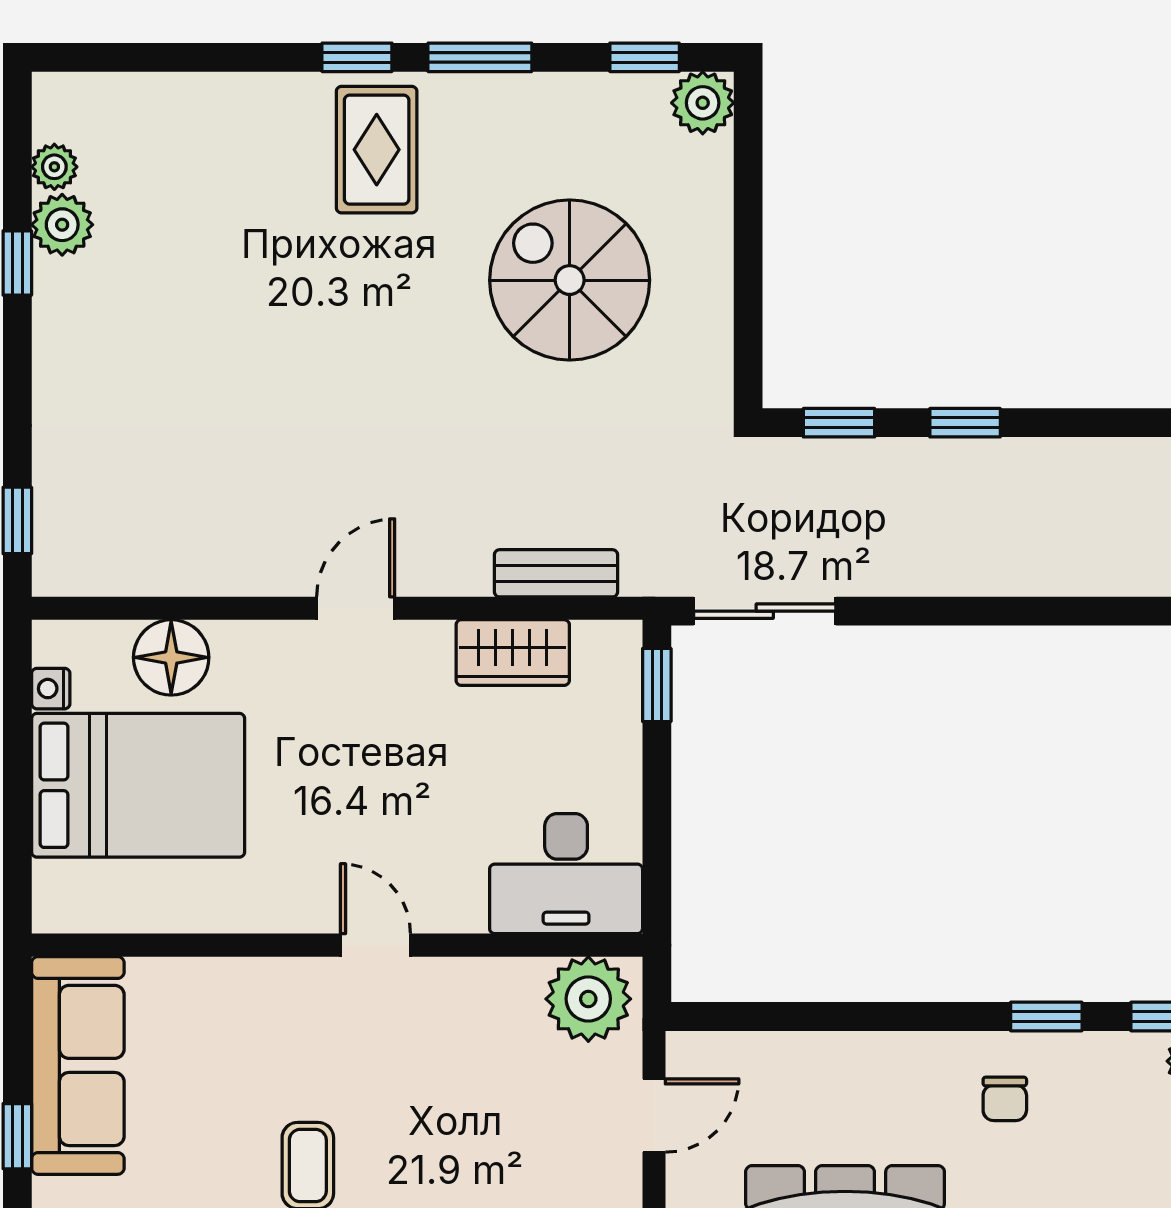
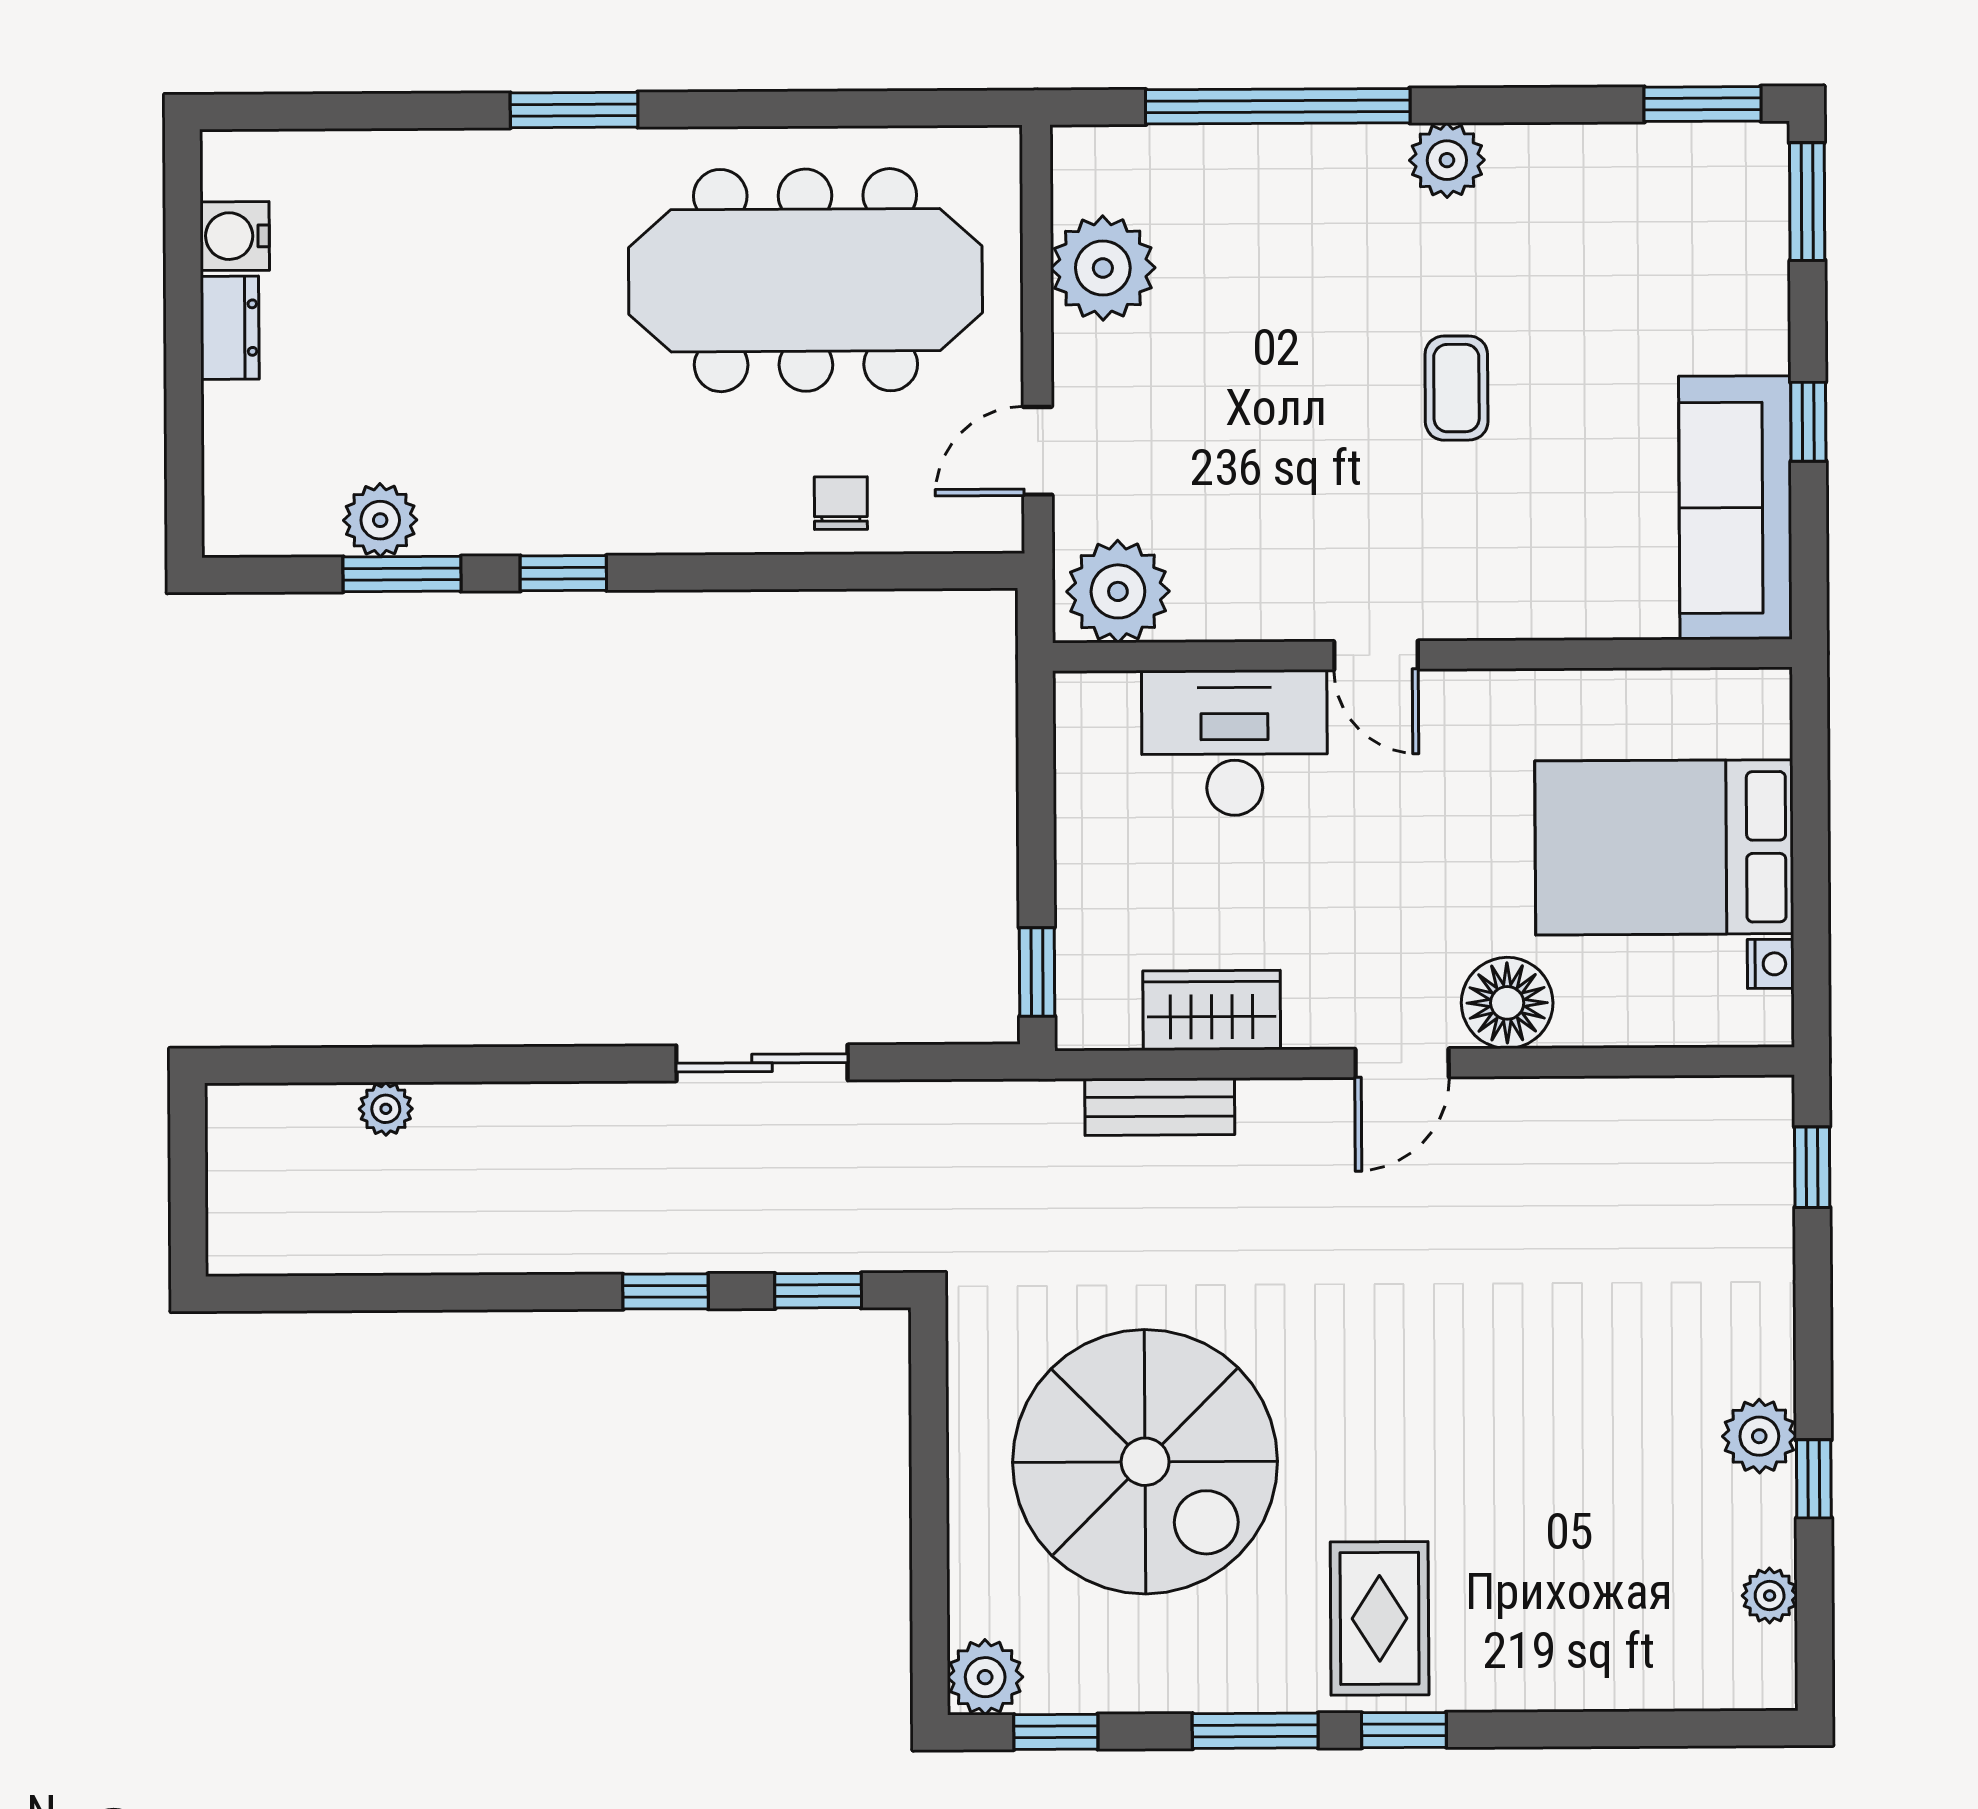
plant: (62, 225) -> (1759, 1436), moved
spiral stairs: (570, 280) -> (1145, 1462), width x1.37, depth x1.37
sliding door: (765, 611) -> (762, 1063), moved
floor lamp: (171, 657) -> (1507, 1003), moved
desk: (566, 874) -> (1235, 743), moved
chair: (1005, 1099) -> (841, 503), moved

